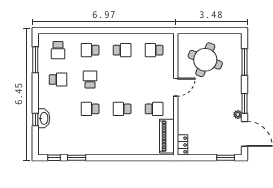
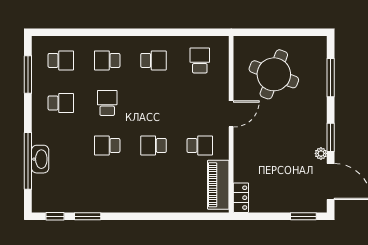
school desk: (58, 50) -> (61, 60), turned -90
school desk: (154, 50) -> (200, 60), turned 90
window: (35, 120) -> (28, 161), width x3.17

